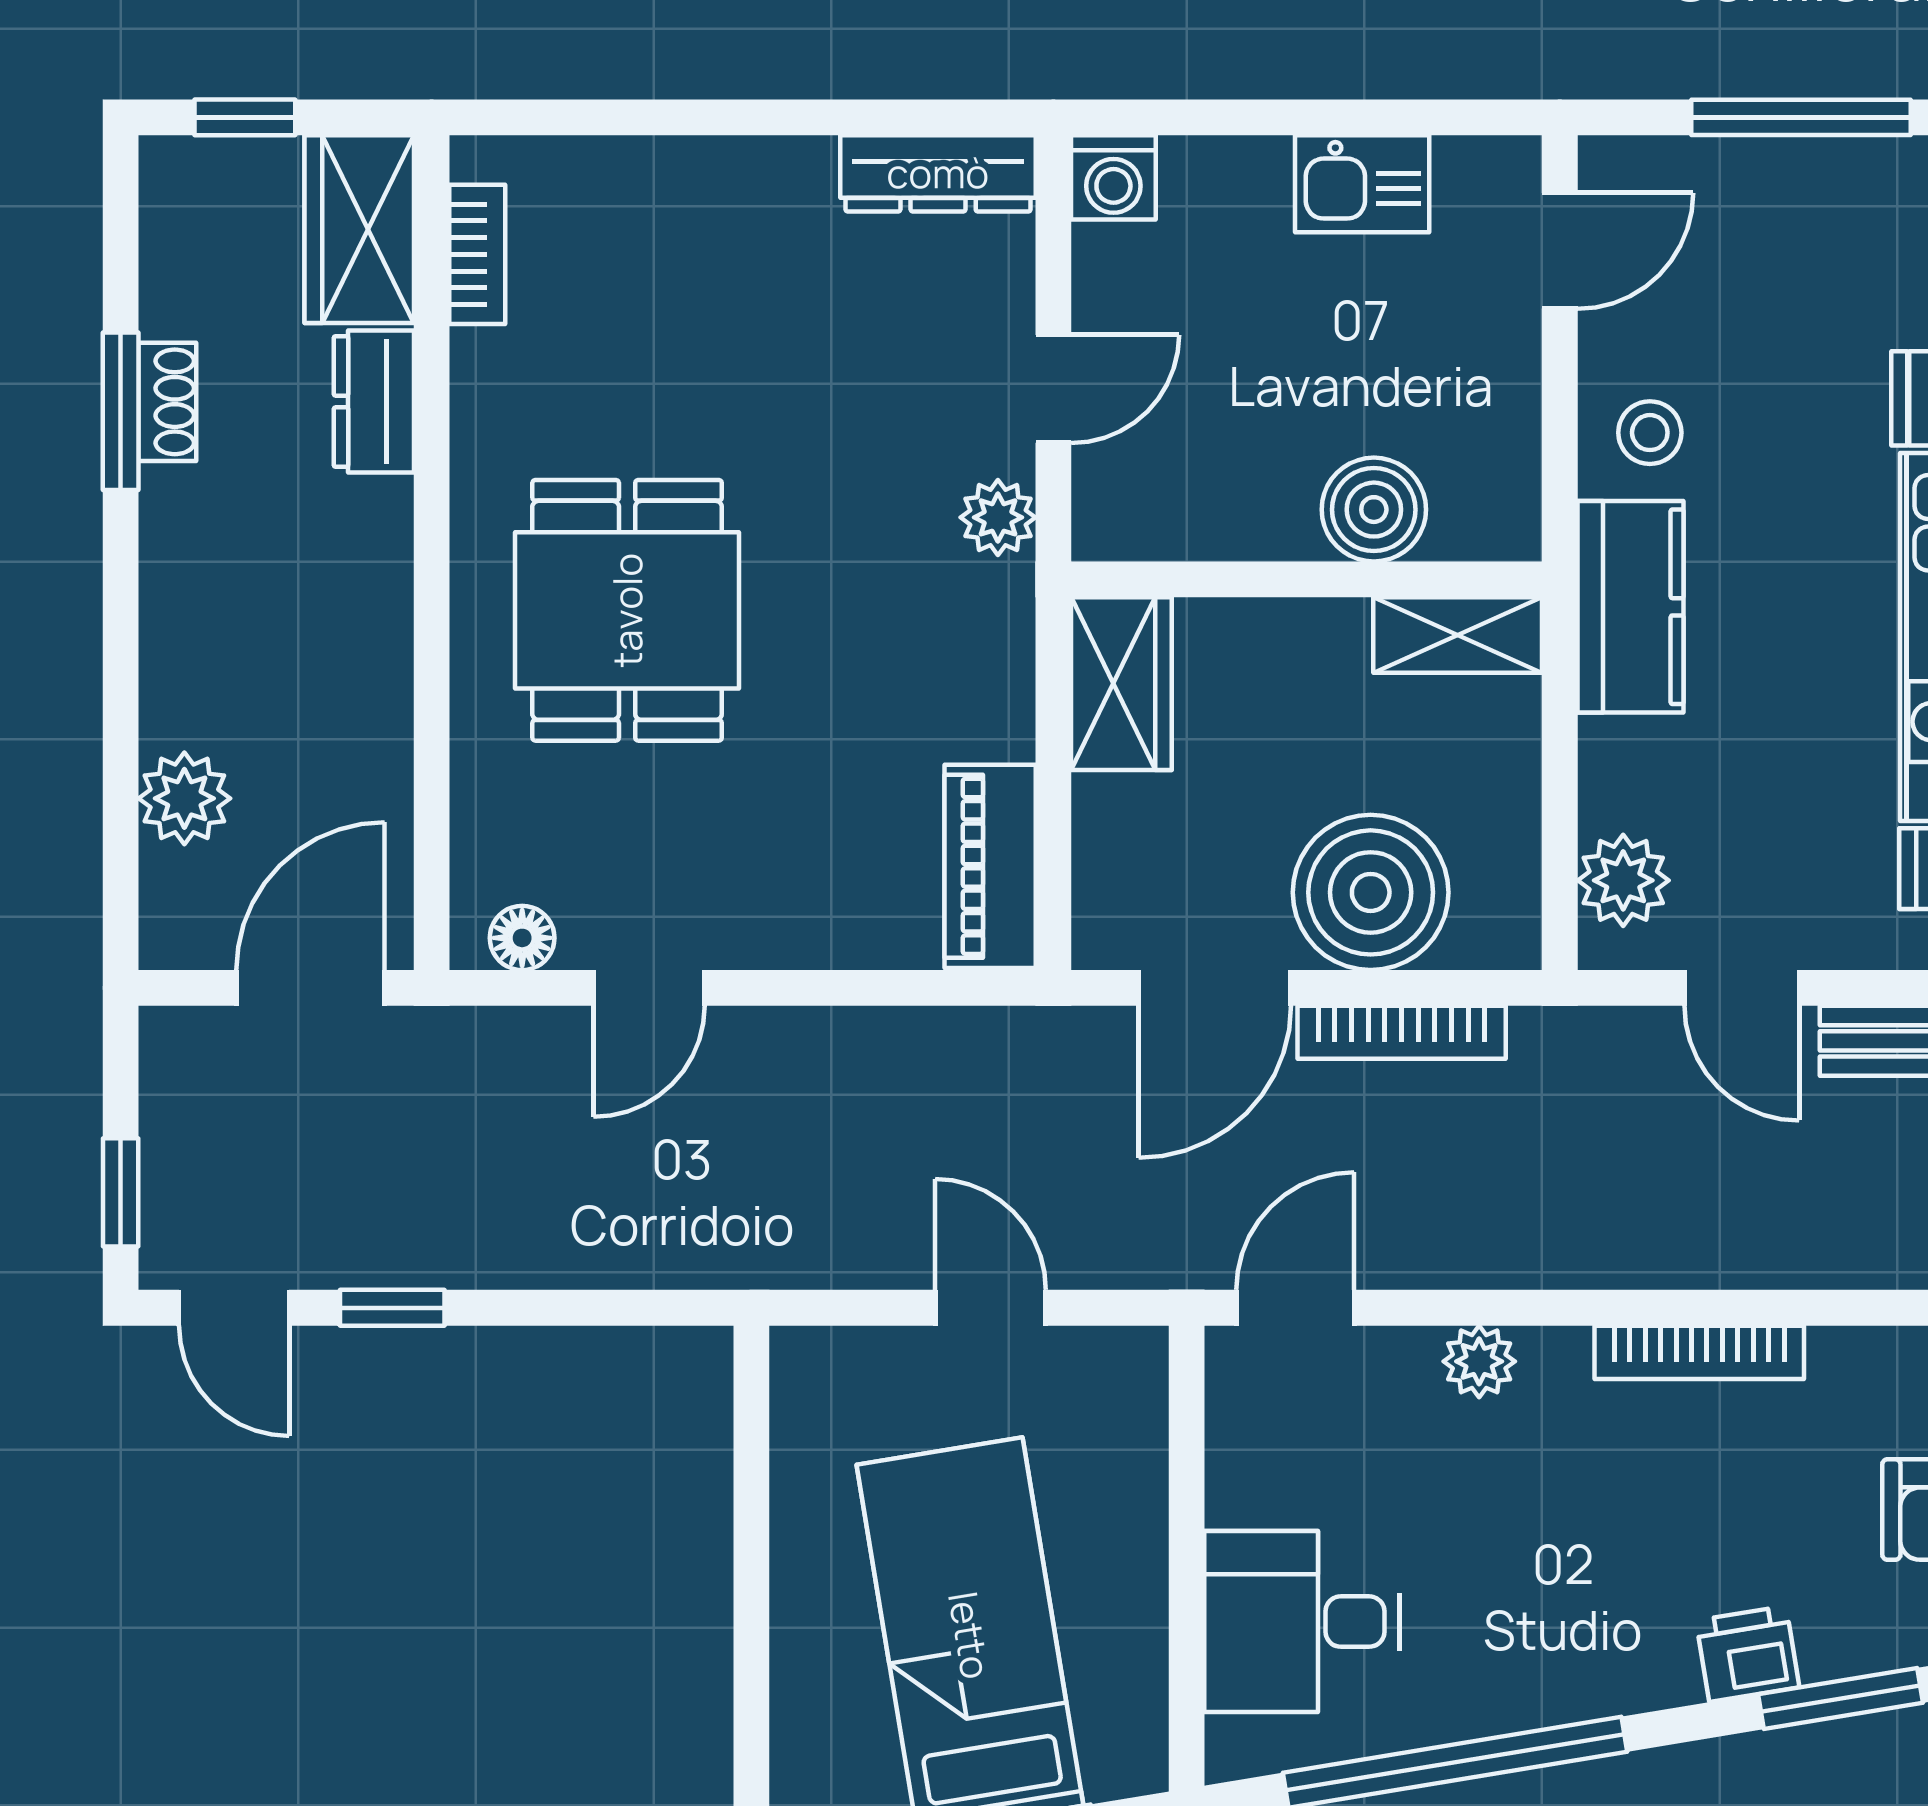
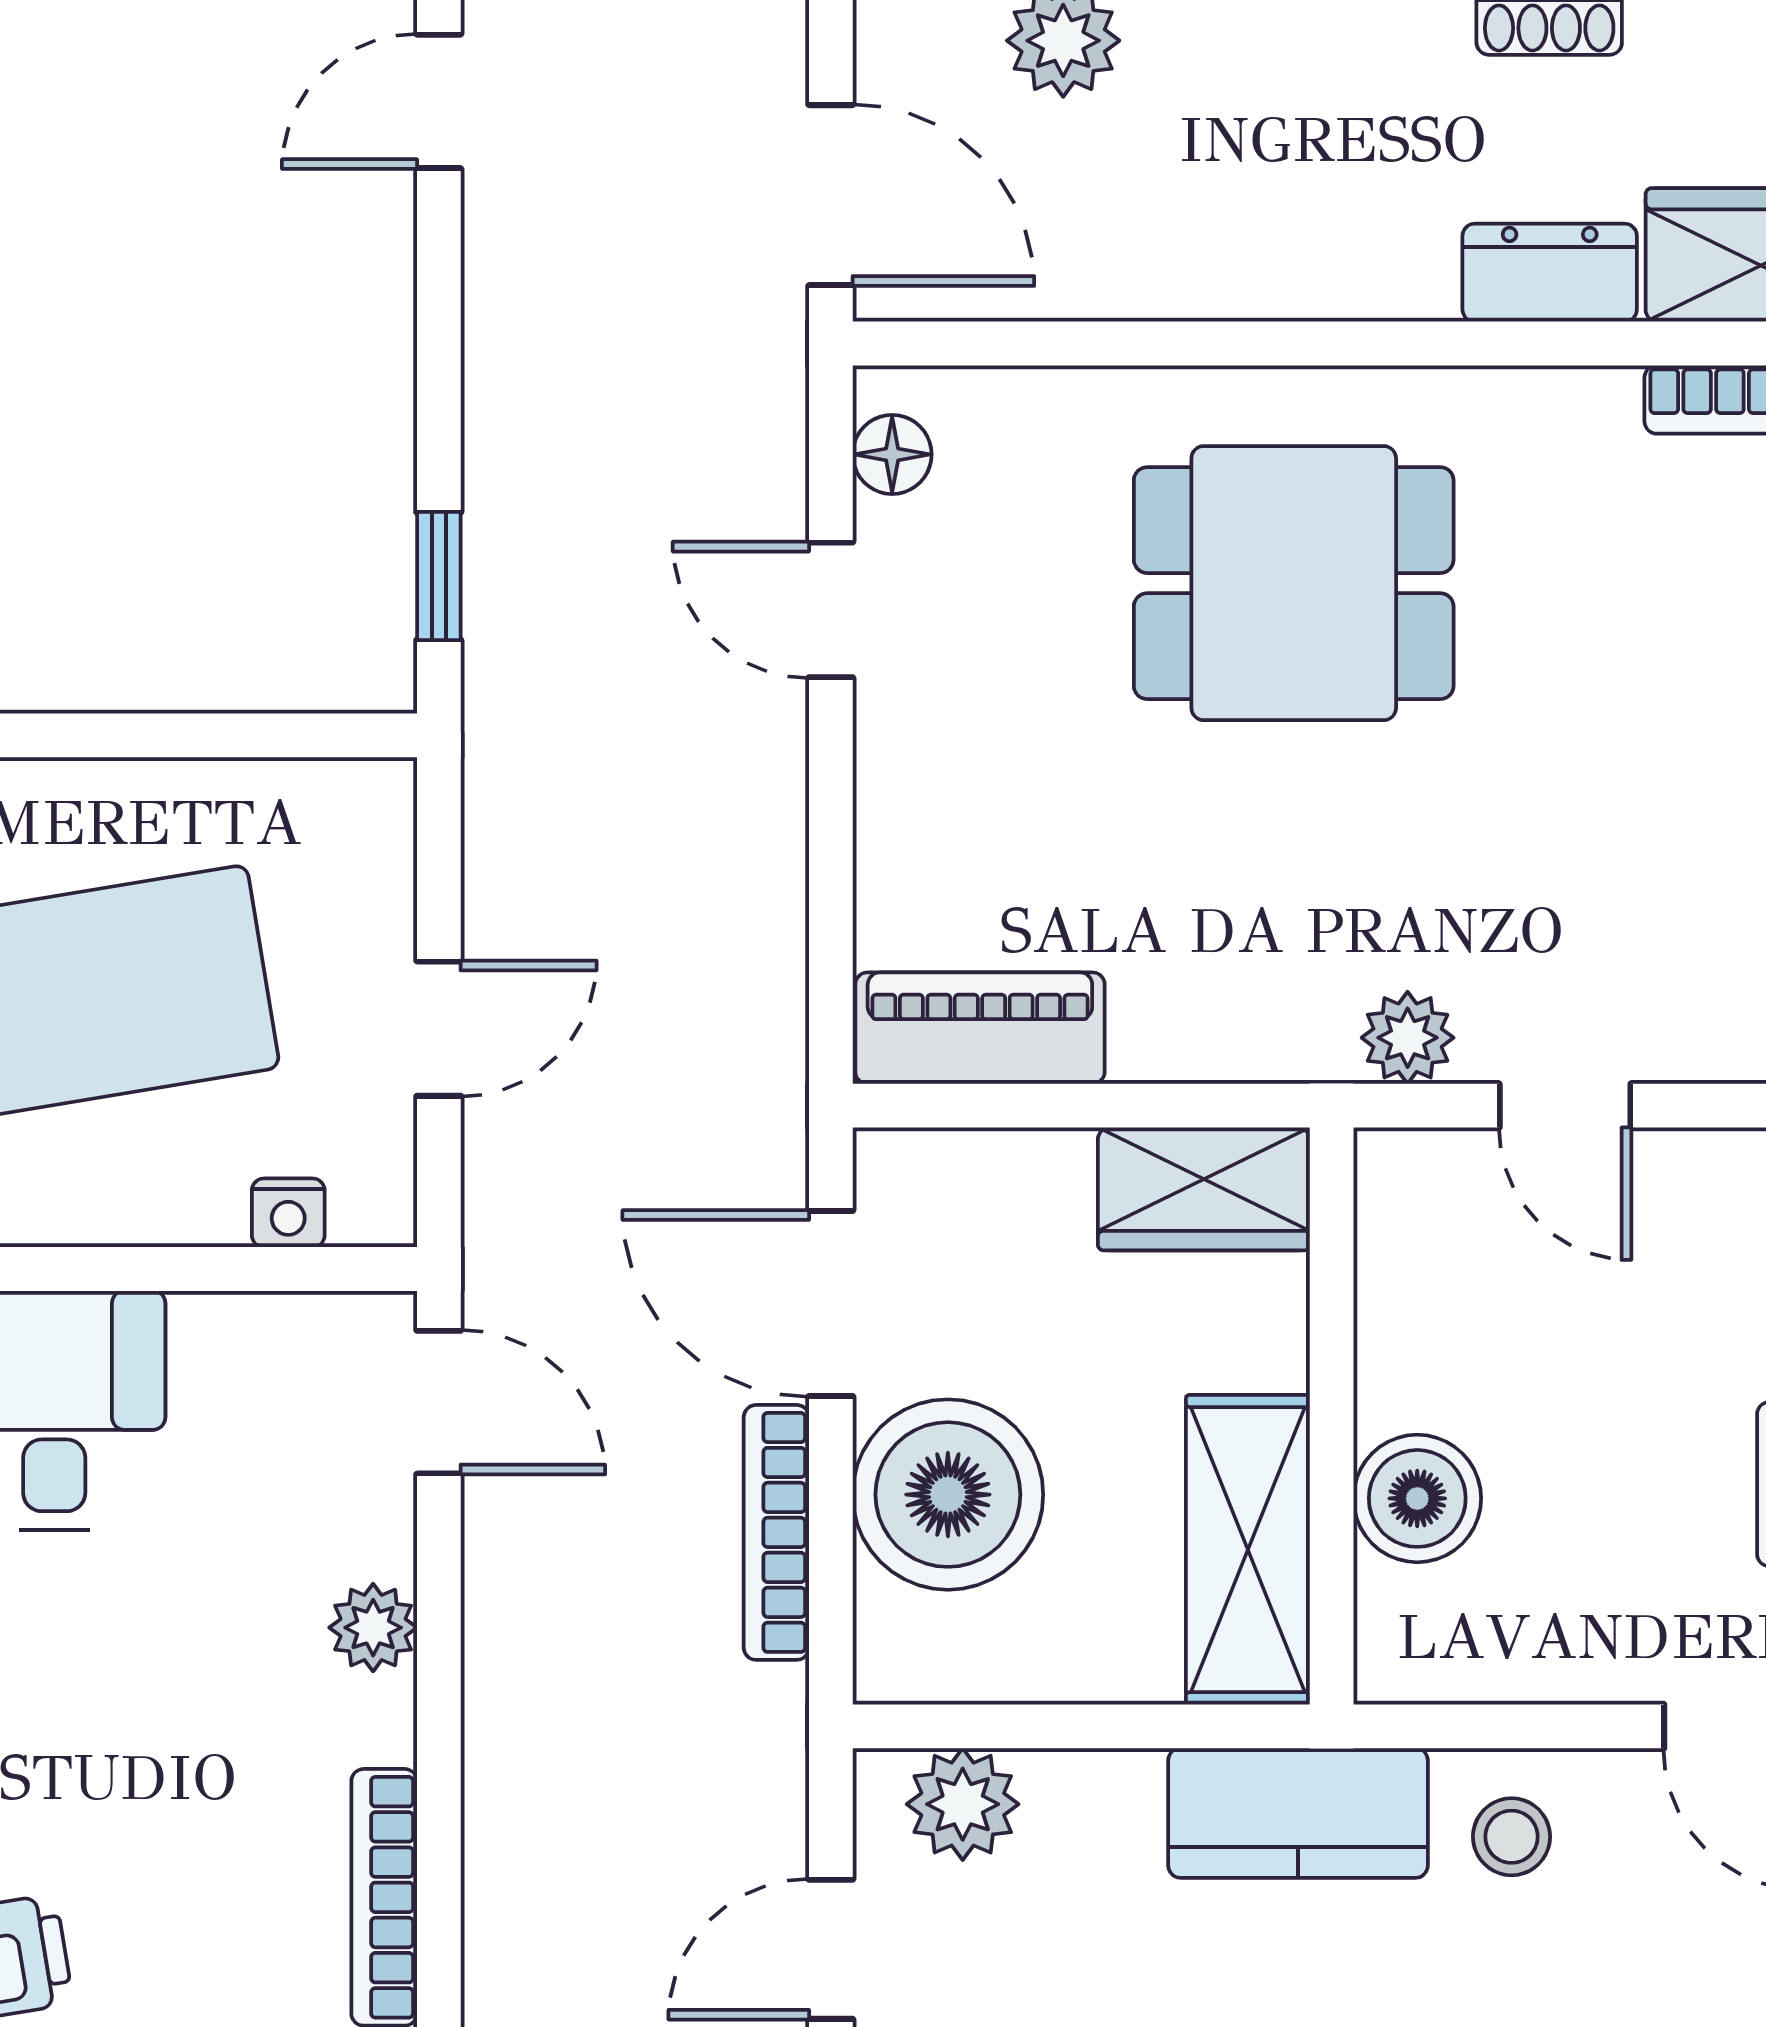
shelving: (1458, 635) -> (1248, 1550), width x1.50, depth x1.33
window: (392, 1308) -> (439, 576), moved
nightstand: (1141, 1431) -> (288, 1213), added

